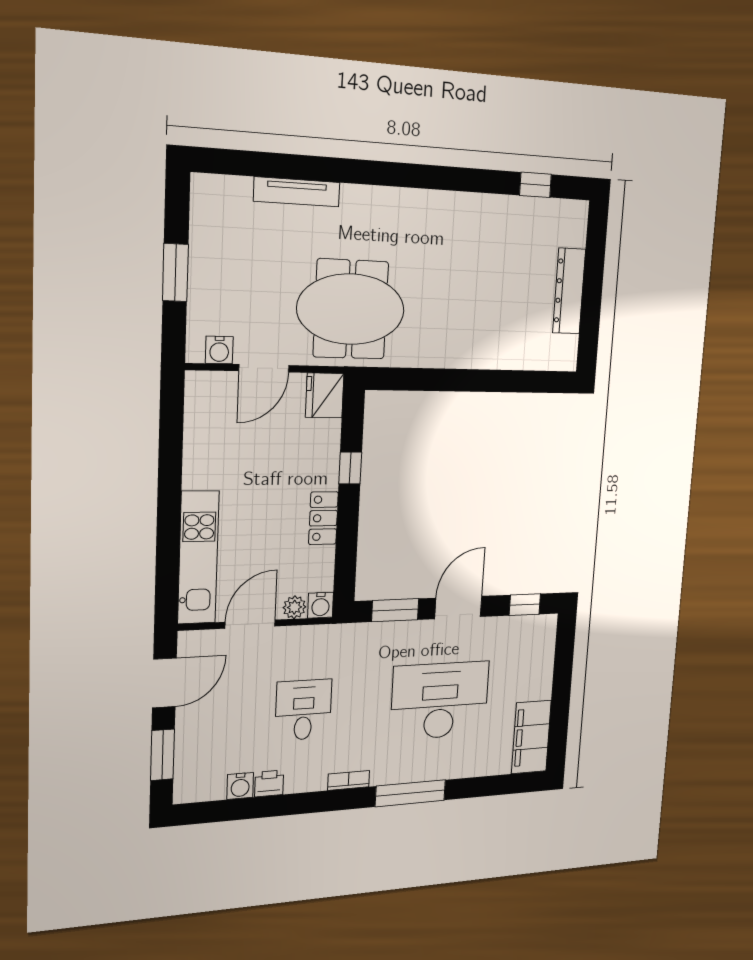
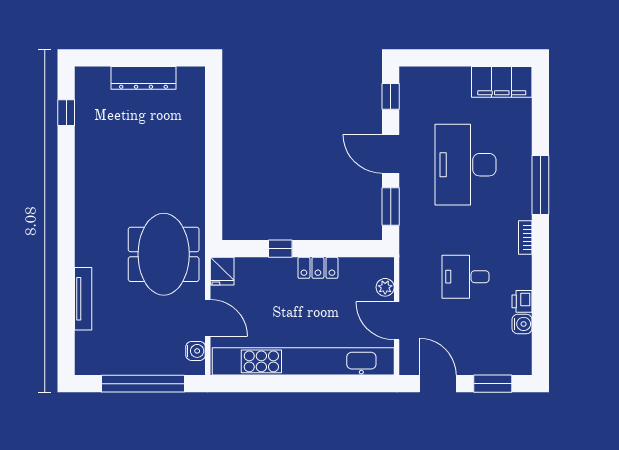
window: (175, 272) -> (143, 384), width x2.11
fridge: (325, 395) -> (222, 271), width x0.72
kitchen unit: (198, 558) -> (303, 361), width x1.86
water cooler: (321, 605) -> (384, 267), removed

